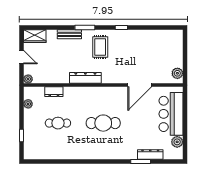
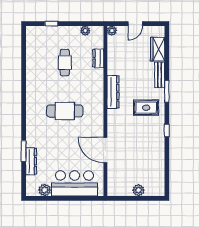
wardrobe: (35, 36) -> (158, 49), moved
plant: (177, 73) -> (138, 190), moved
cafe table: (103, 123) -> (65, 111), turned 90

